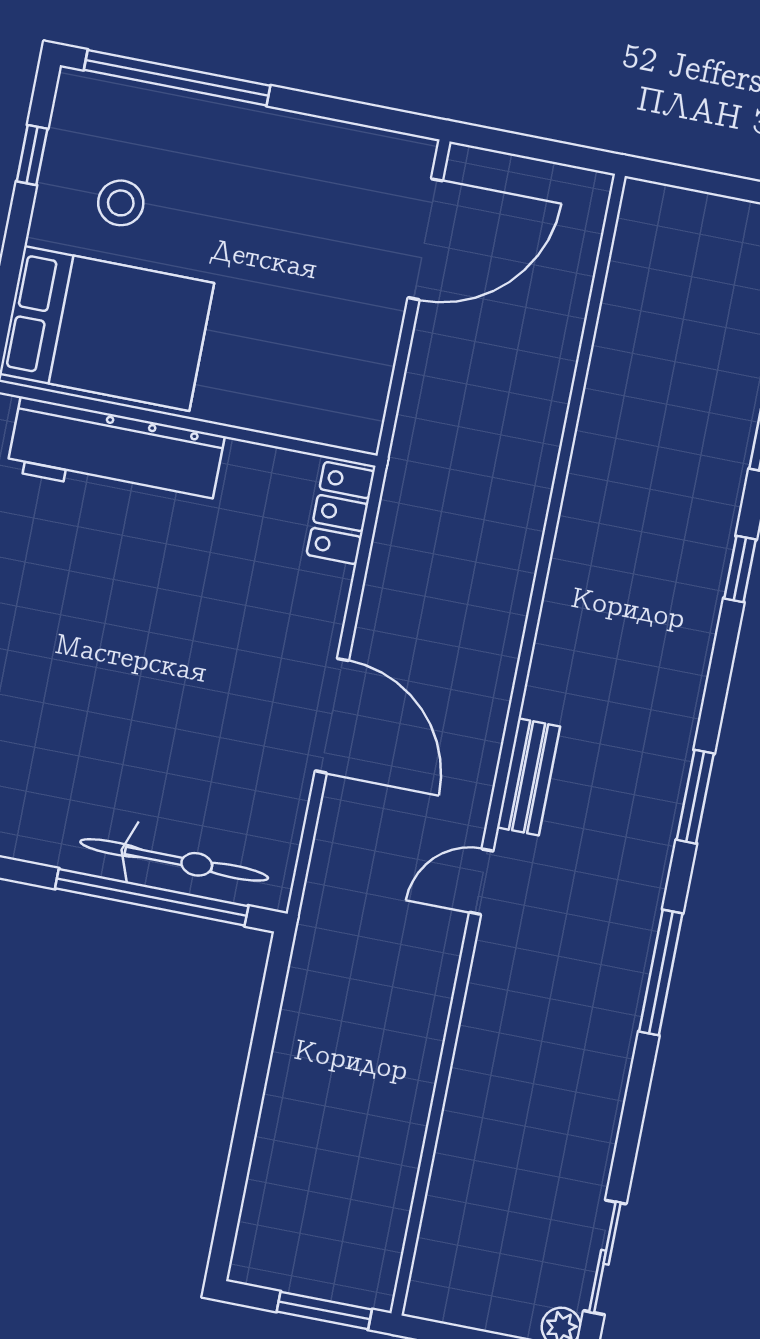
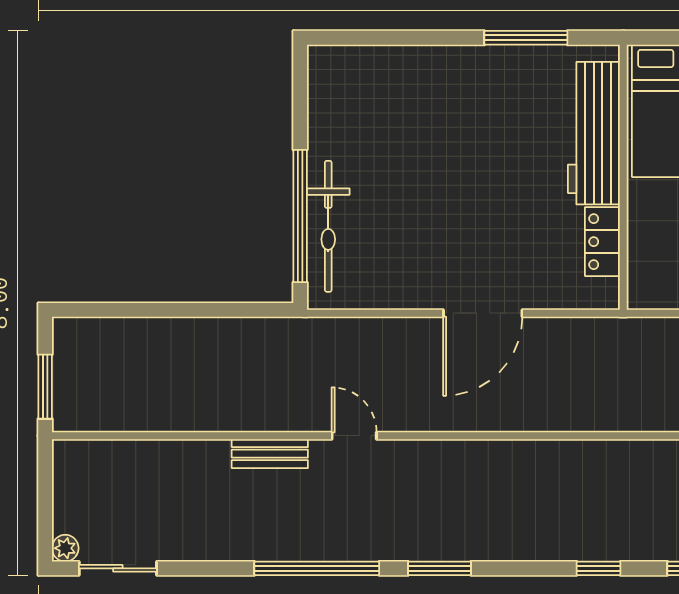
locker: (341, 513) -> (602, 242), moved, turned -90
door: (332, 716) -> (483, 313), moved
bench: (529, 777) -> (270, 454), moved
window: (661, 972) -> (317, 568), width x1.46

